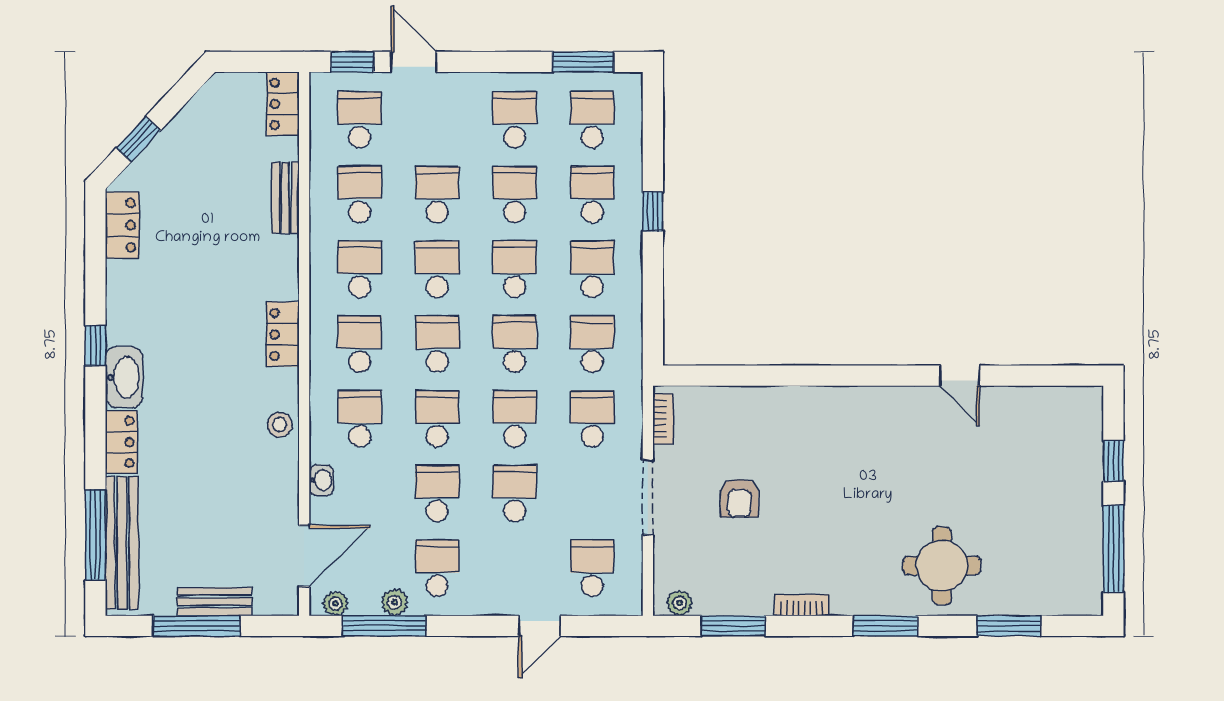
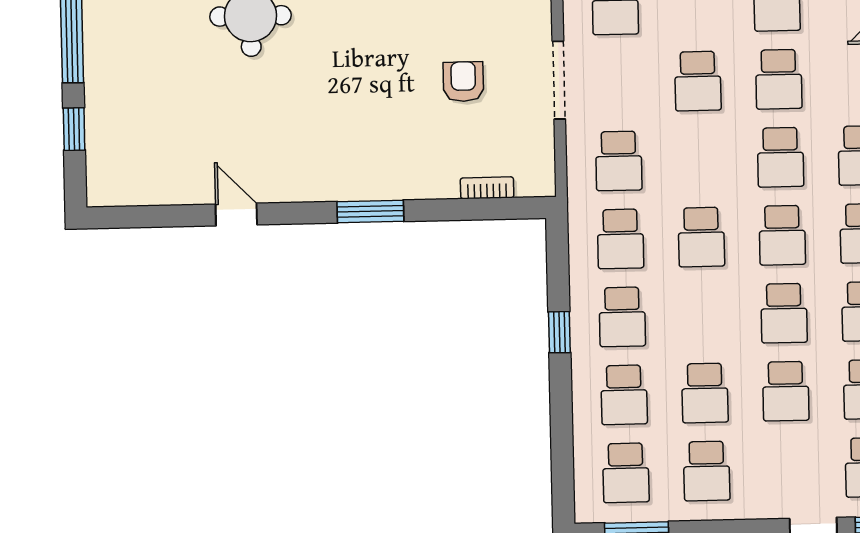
window: (653, 212) -> (559, 332), moved
school desk: (515, 269) -> (703, 315), removed
window: (831, 376) -> (370, 211), added
school desk: (515, 419) -> (700, 159), removed
bookcase: (663, 419) -> (487, 188), moved, turned 90

